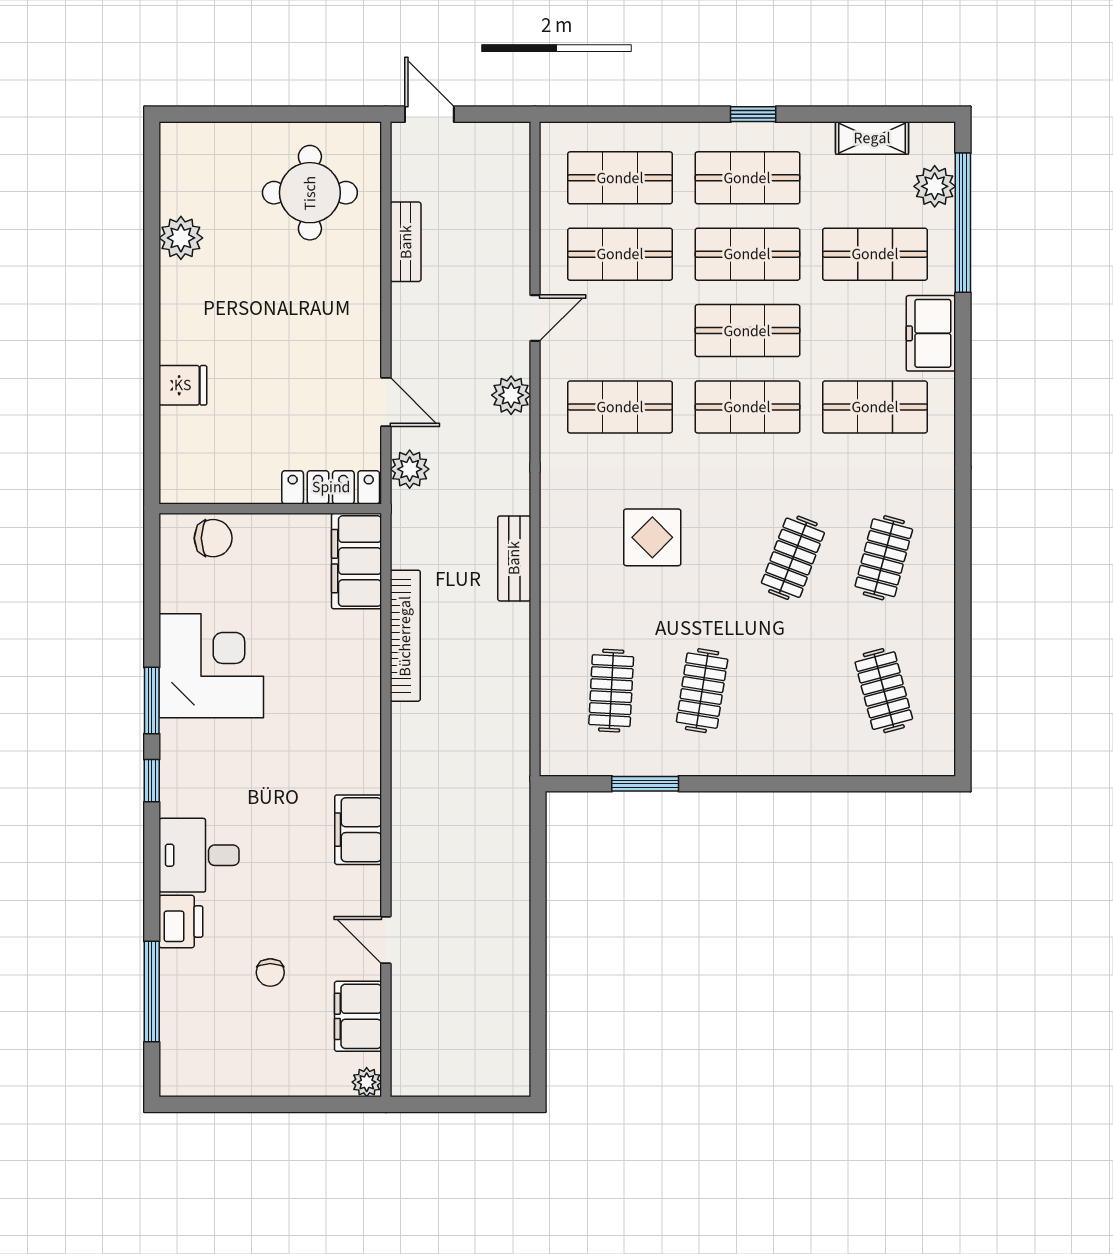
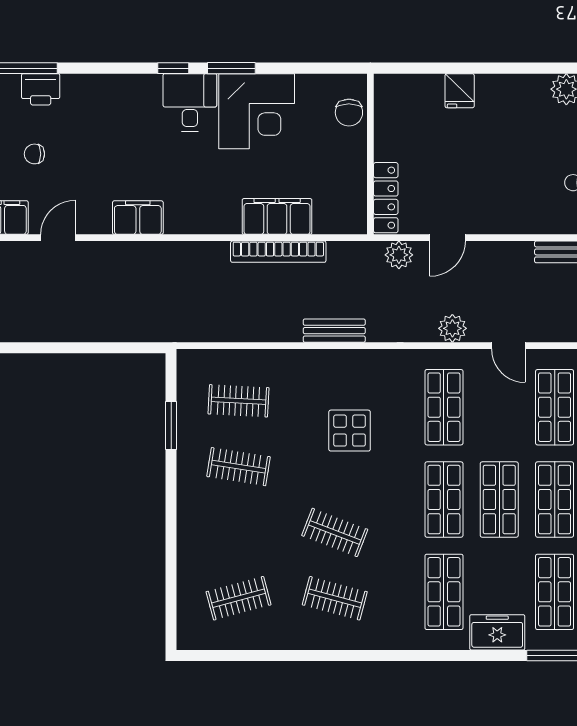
filing cabinet: (357, 561) -> (277, 216), moved
desk: (199, 855) -> (190, 102), moved
printer: (181, 922) -> (41, 89), moved

